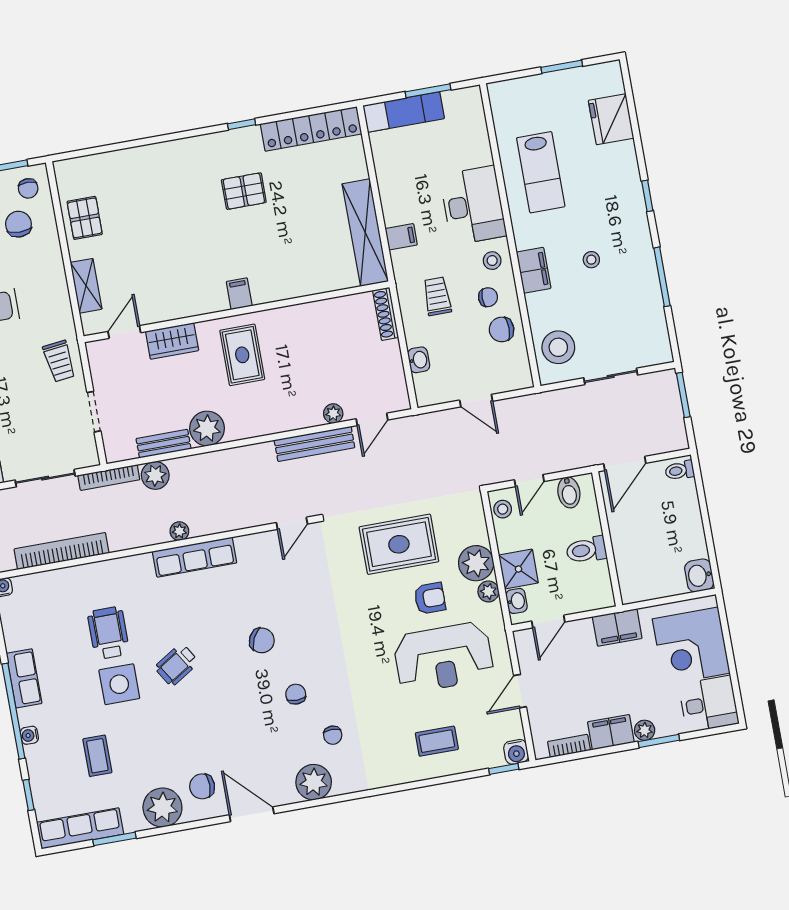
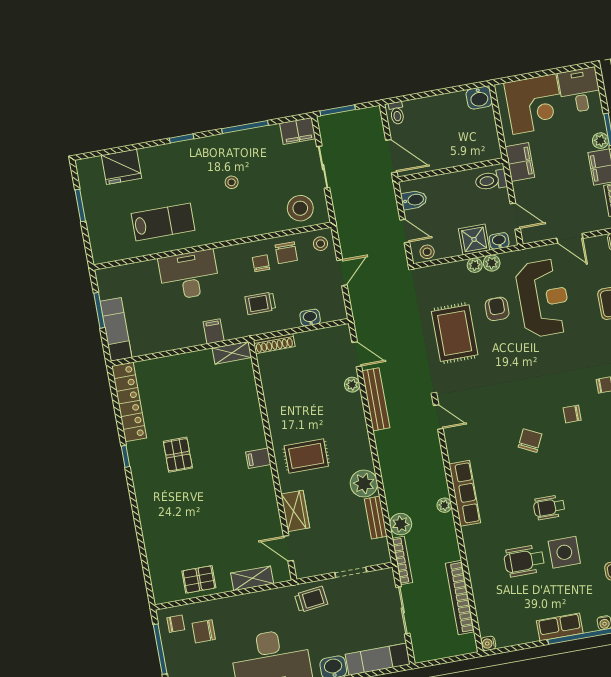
shelving: (365, 233) -> (232, 353), width x0.45, depth x0.75
stool: (492, 261) -> (321, 244), moved
filing cabinet: (534, 270) -> (298, 131), moved, turned 180
toilet: (586, 550) -> (491, 180), moved, turned 90
plant: (476, 563) -> (475, 265), width x0.53, depth x0.53
wheelchair: (177, 665) -> (549, 507), turned 122

